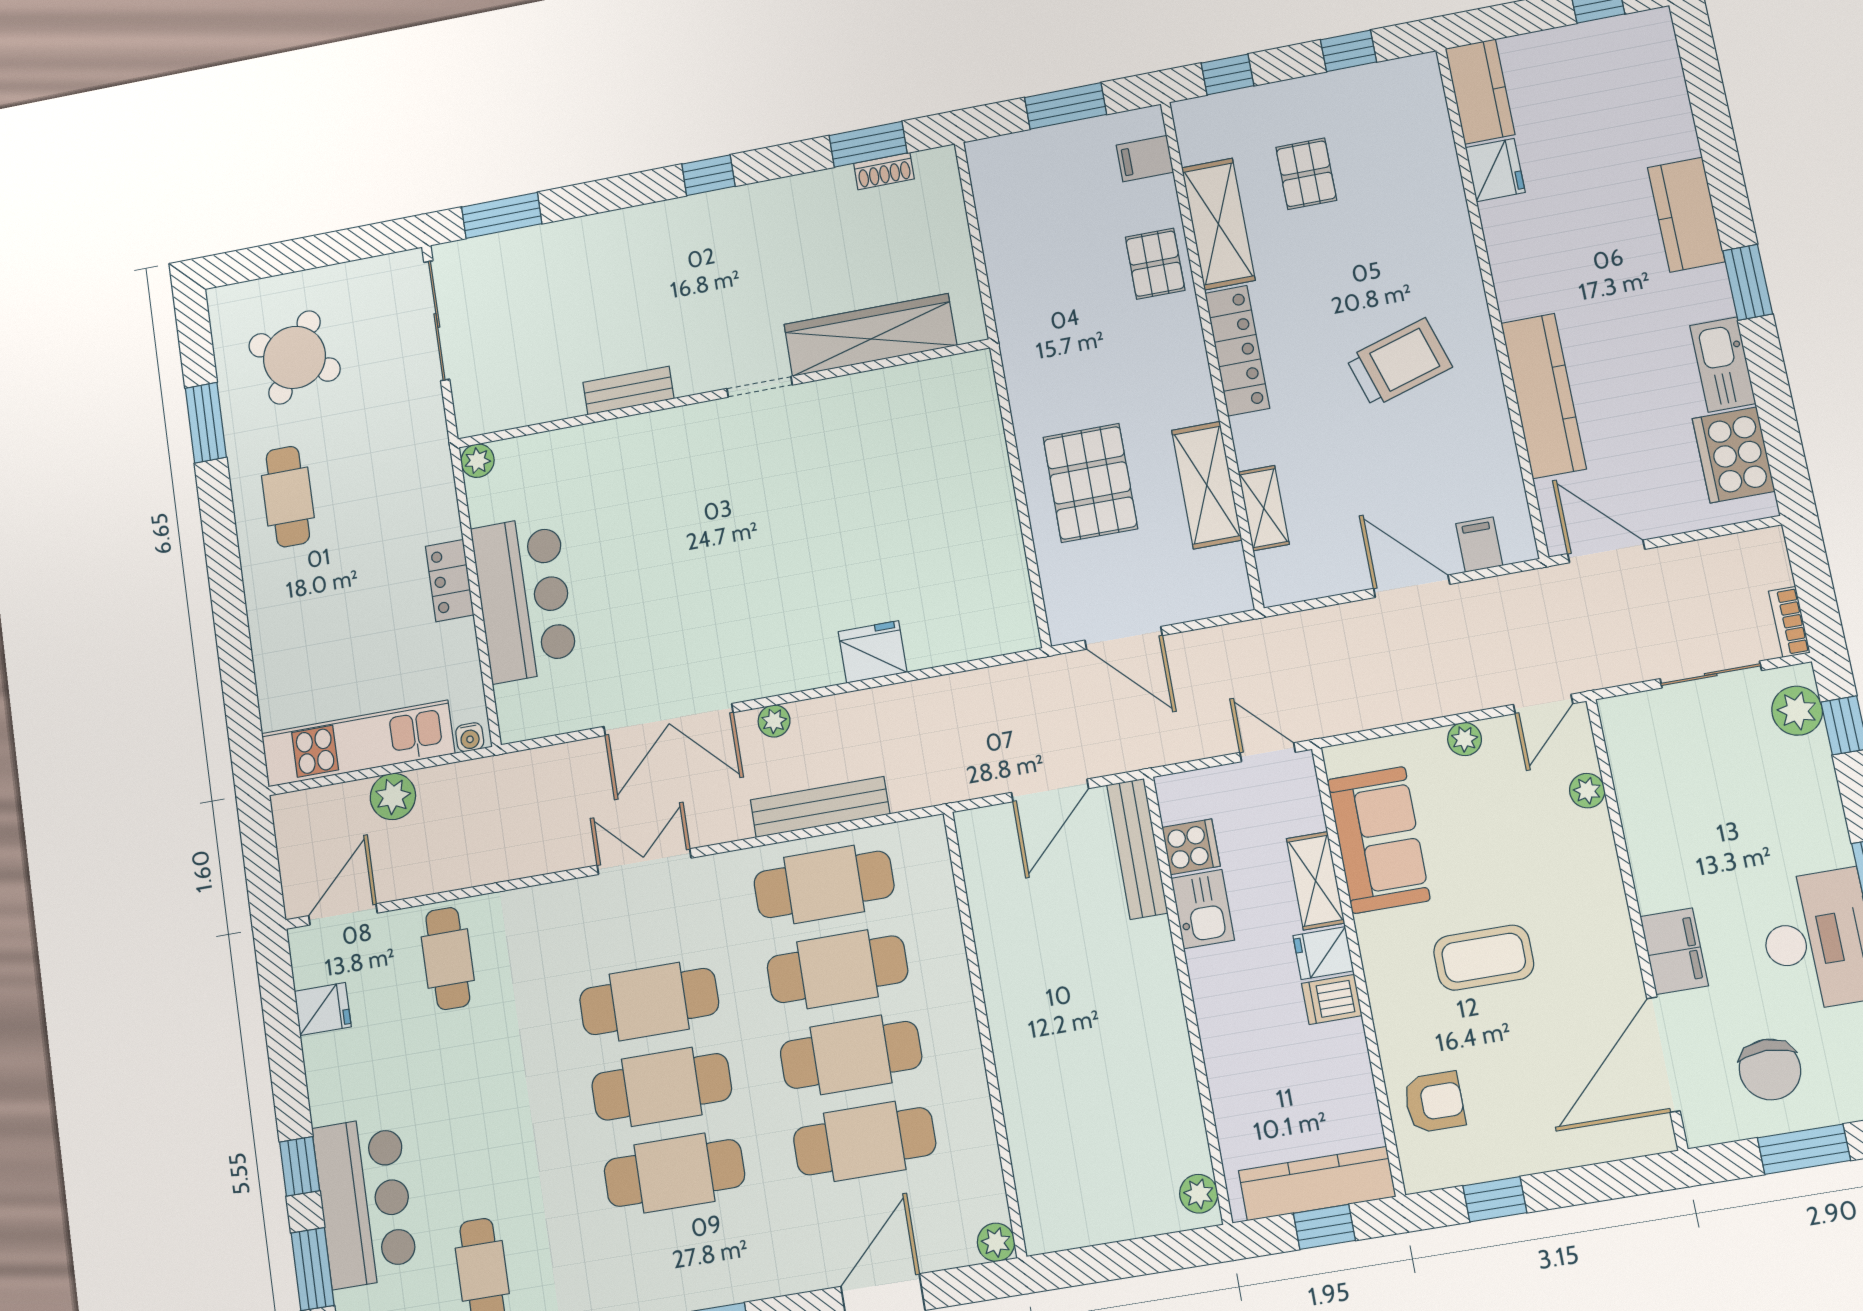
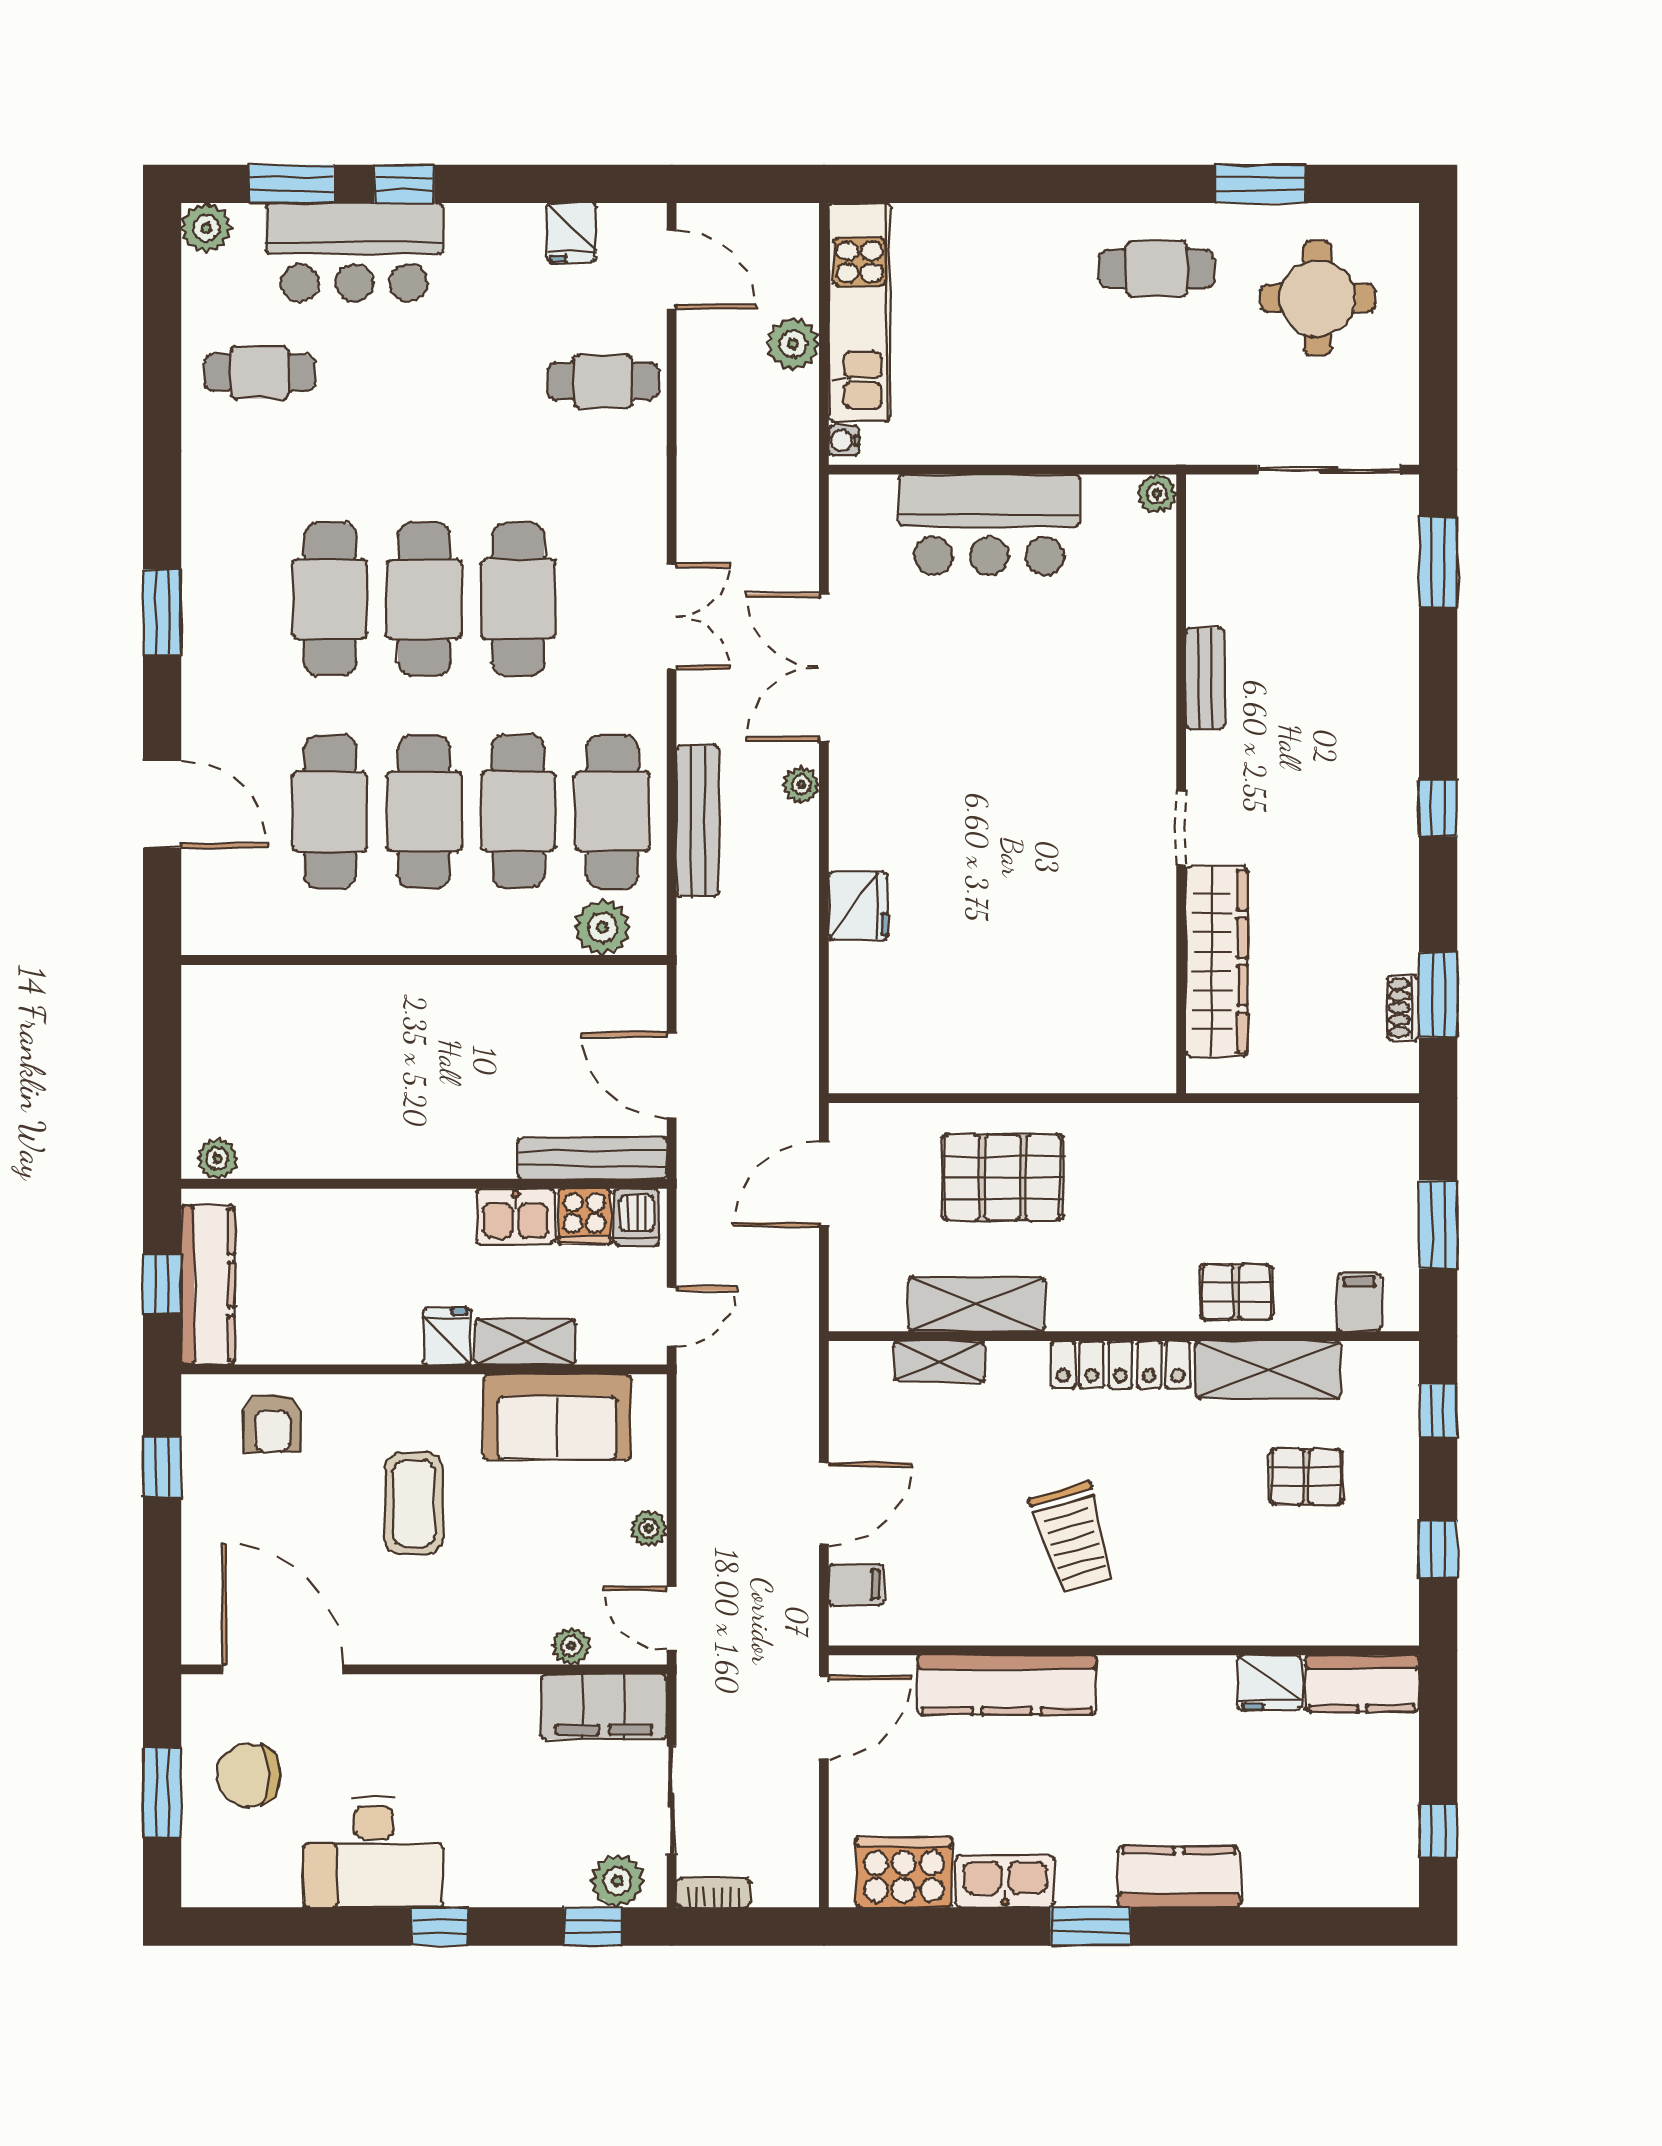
round table: (295, 357) -> (1318, 298), turned -30
locker: (450, 581) -> (1025, 443), removed
filing cabinet: (1674, 951) -> (604, 1707), moved, width x1.50, depth x1.17
dishwasher: (1332, 999) -> (637, 1217), moved, turned 180
plant: (996, 1242) -> (602, 927), moved, width x1.38, depth x1.38

